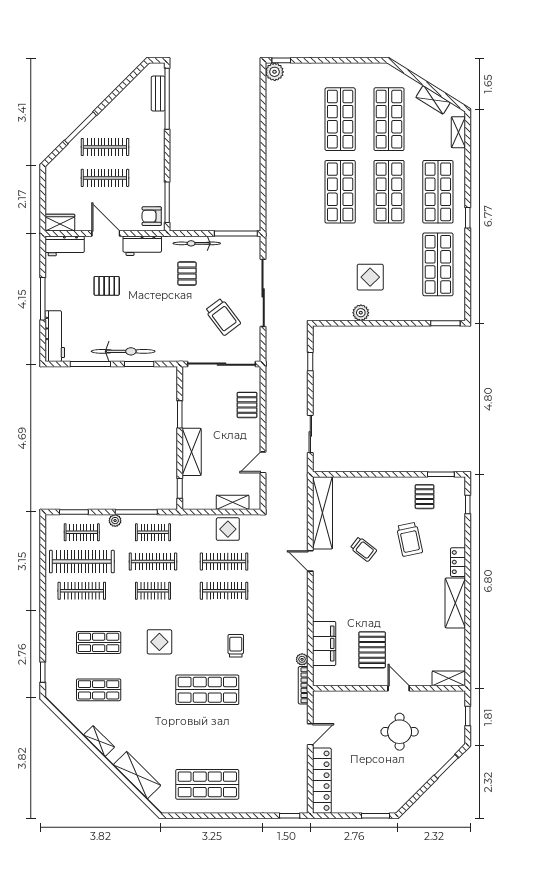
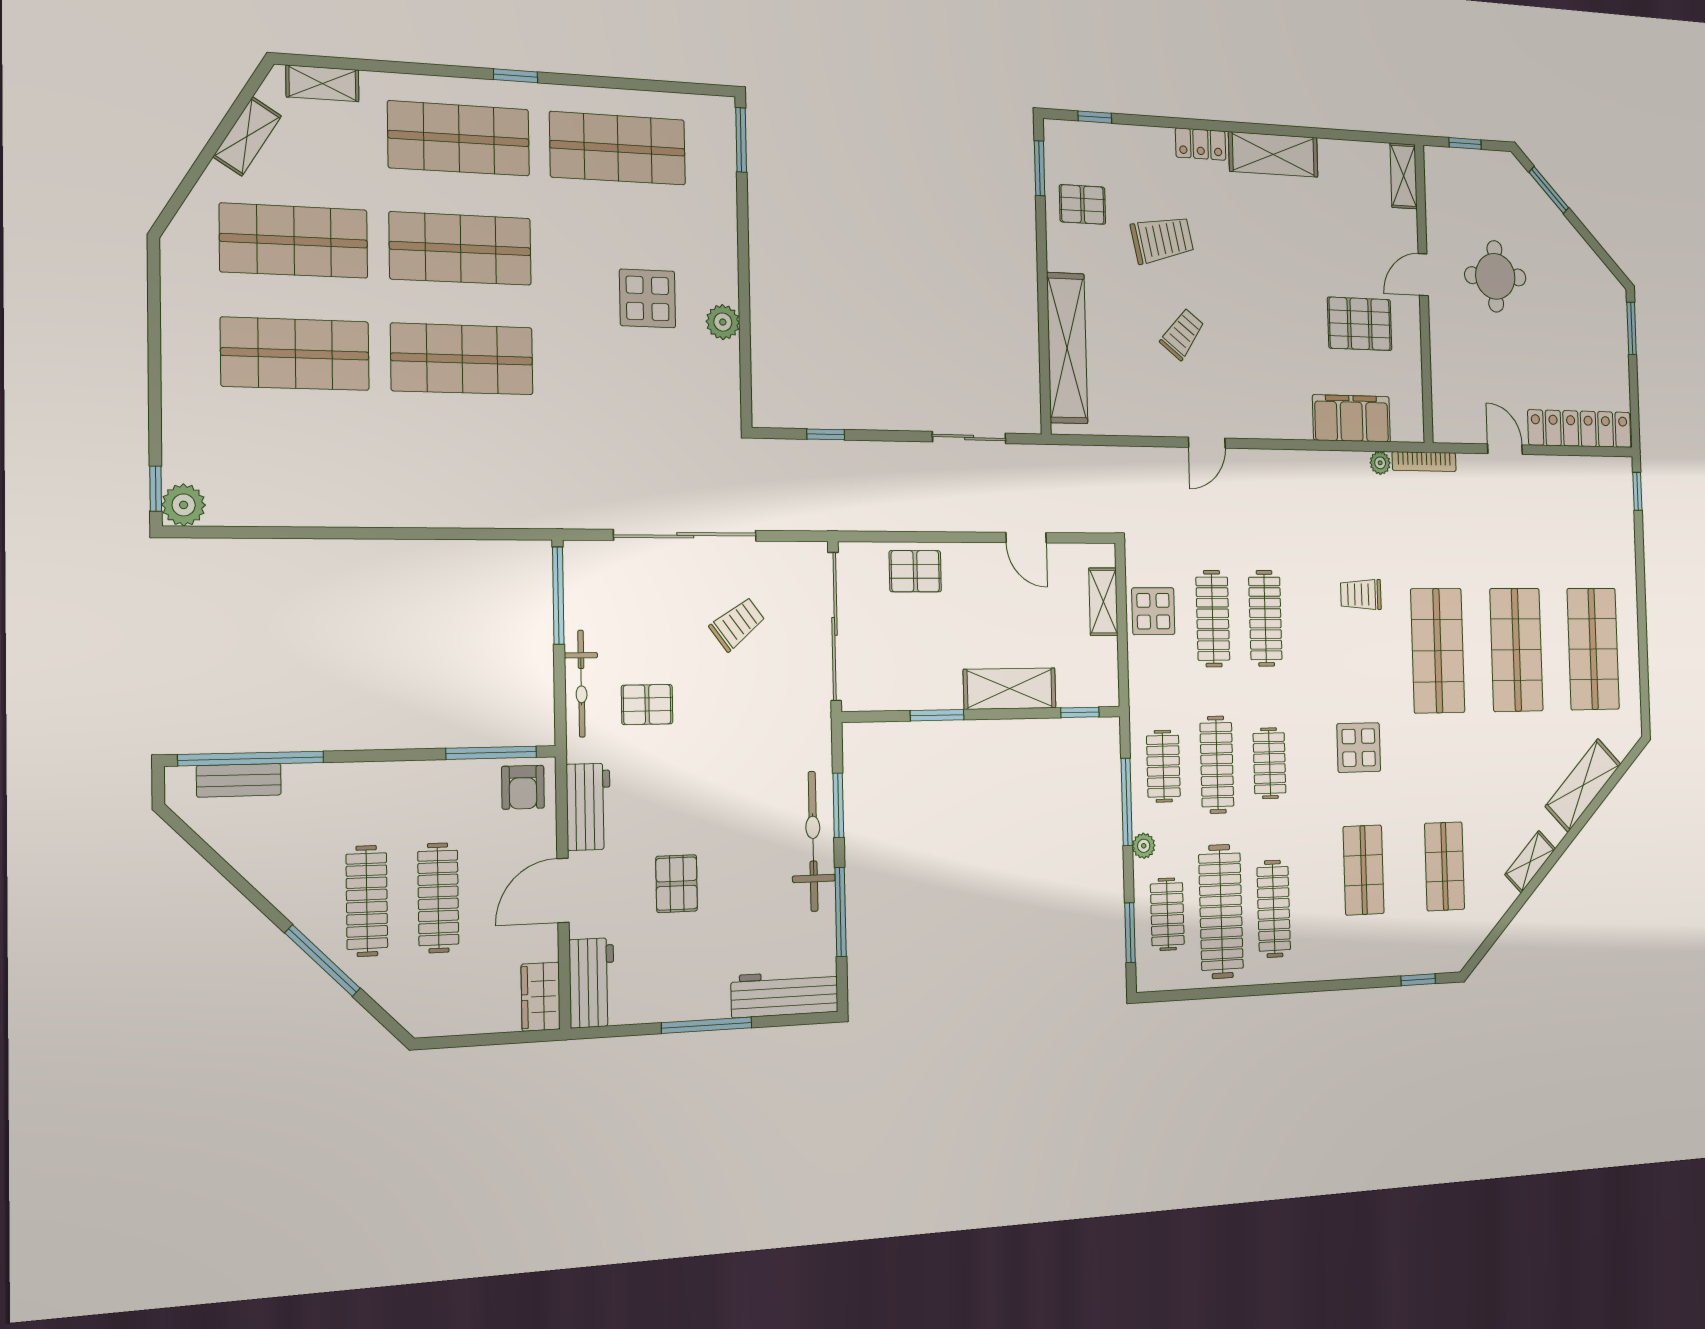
trolley: (223, 317) -> (737, 624), width x0.73, depth x0.72
shelving: (323, 513) -> (1067, 348), moved, turned 90
shop shelf: (207, 737) -> (1516, 650), added

